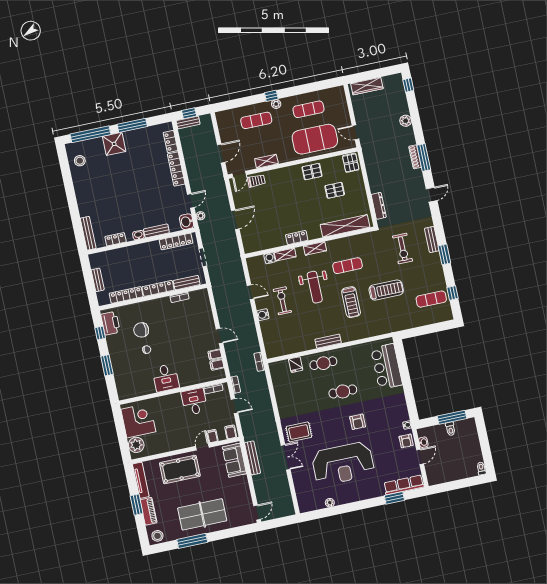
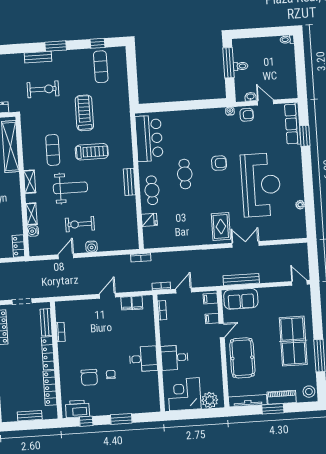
locker: (297, 238) -> (18, 246), moved
bar counter: (387, 367) -> (149, 138), moved, turned -90
desk: (194, 402) -> (175, 358), moved
door: (202, 447) -> (222, 331), swing flipped

